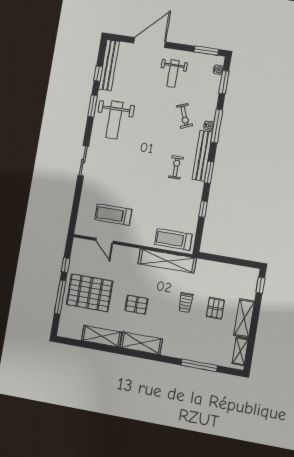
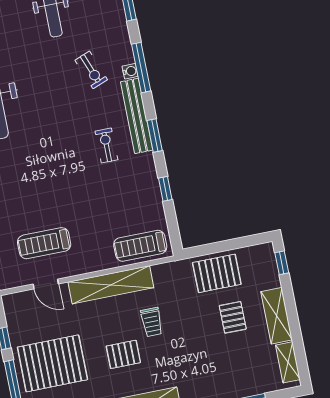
shelving: (167, 261) -> (111, 285), moved
pallet: (216, 276) -> (217, 273), added
trolley: (186, 302) -> (152, 322), moved

